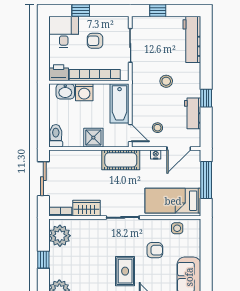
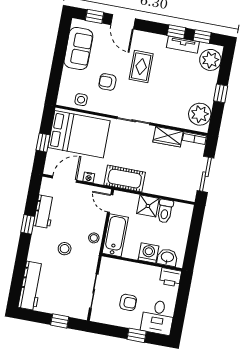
bookcase: (95, 75) -> (135, 268), removed
stool: (157, 128) -> (94, 238), moved
toilet: (56, 136) -> (165, 211), moved
window: (206, 180) -> (43, 143), width x0.46
bed: (173, 201) -> (79, 134), width x1.50

